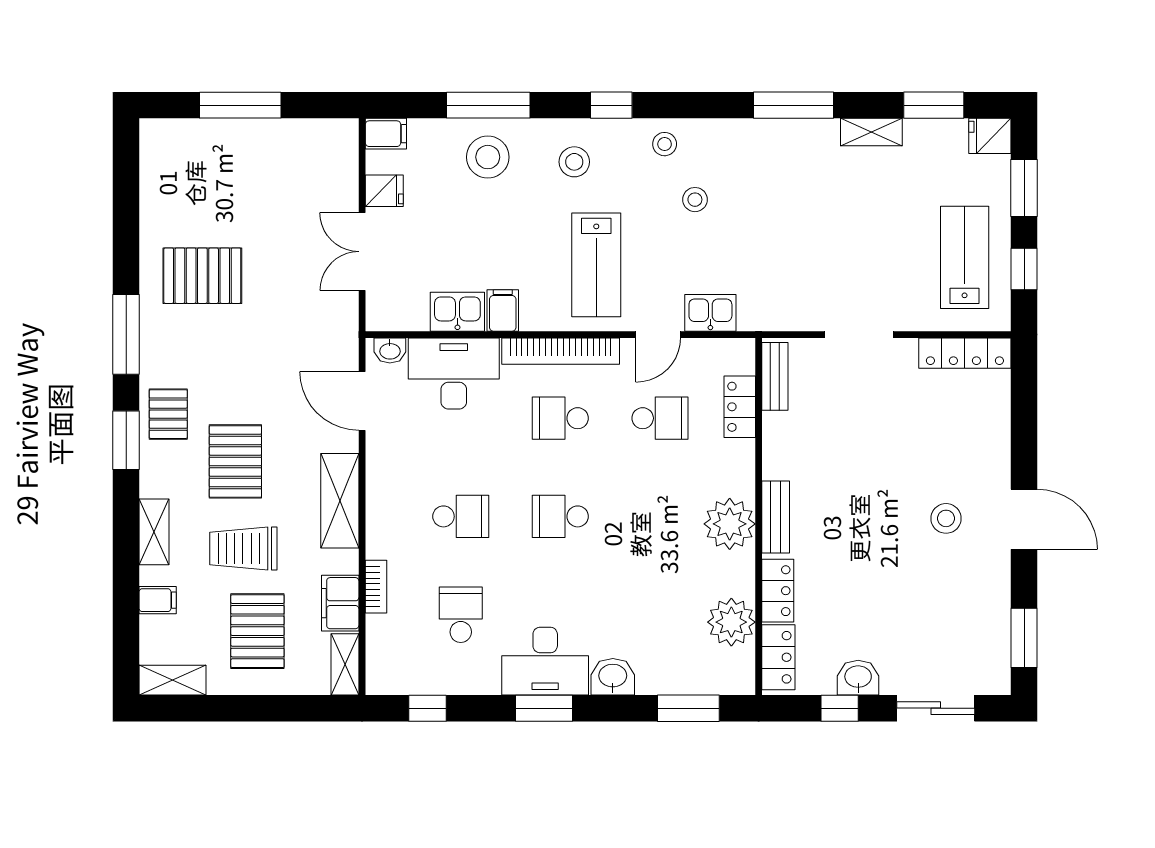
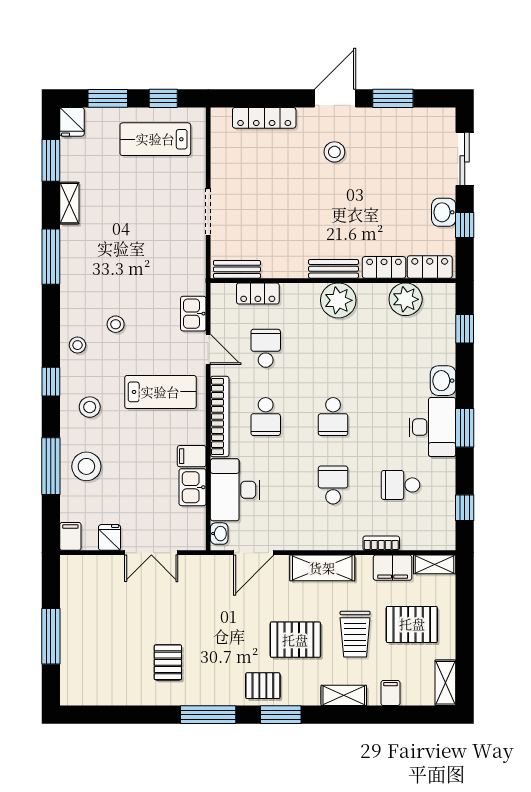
pallet: (202, 276) -> (168, 662), width x0.67, depth x0.71
locker: (965, 353) -> (264, 118), moved, turned 90
window: (1024, 638) -> (393, 98), moved
window: (688, 708) -> (465, 329), width x0.67

